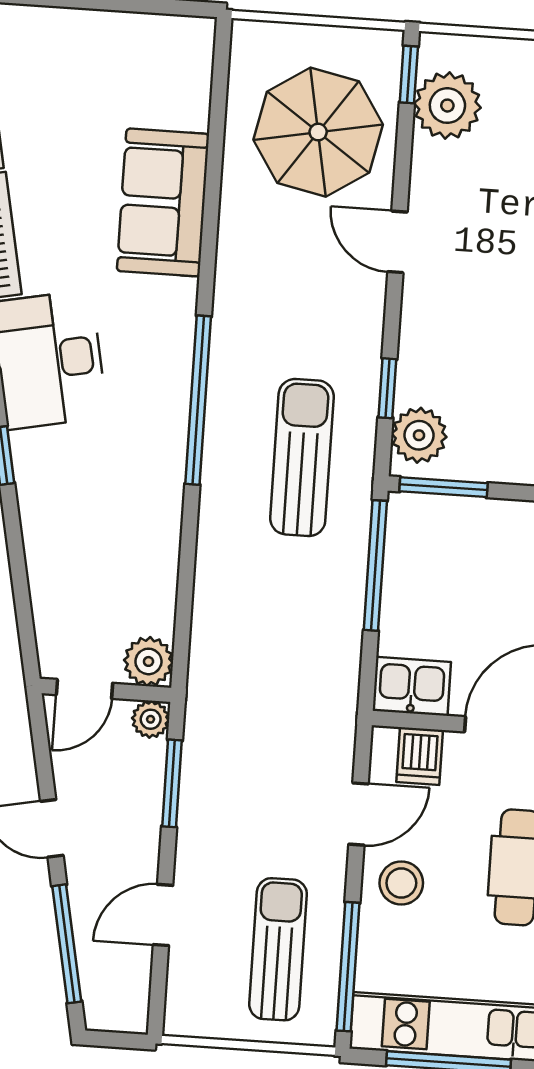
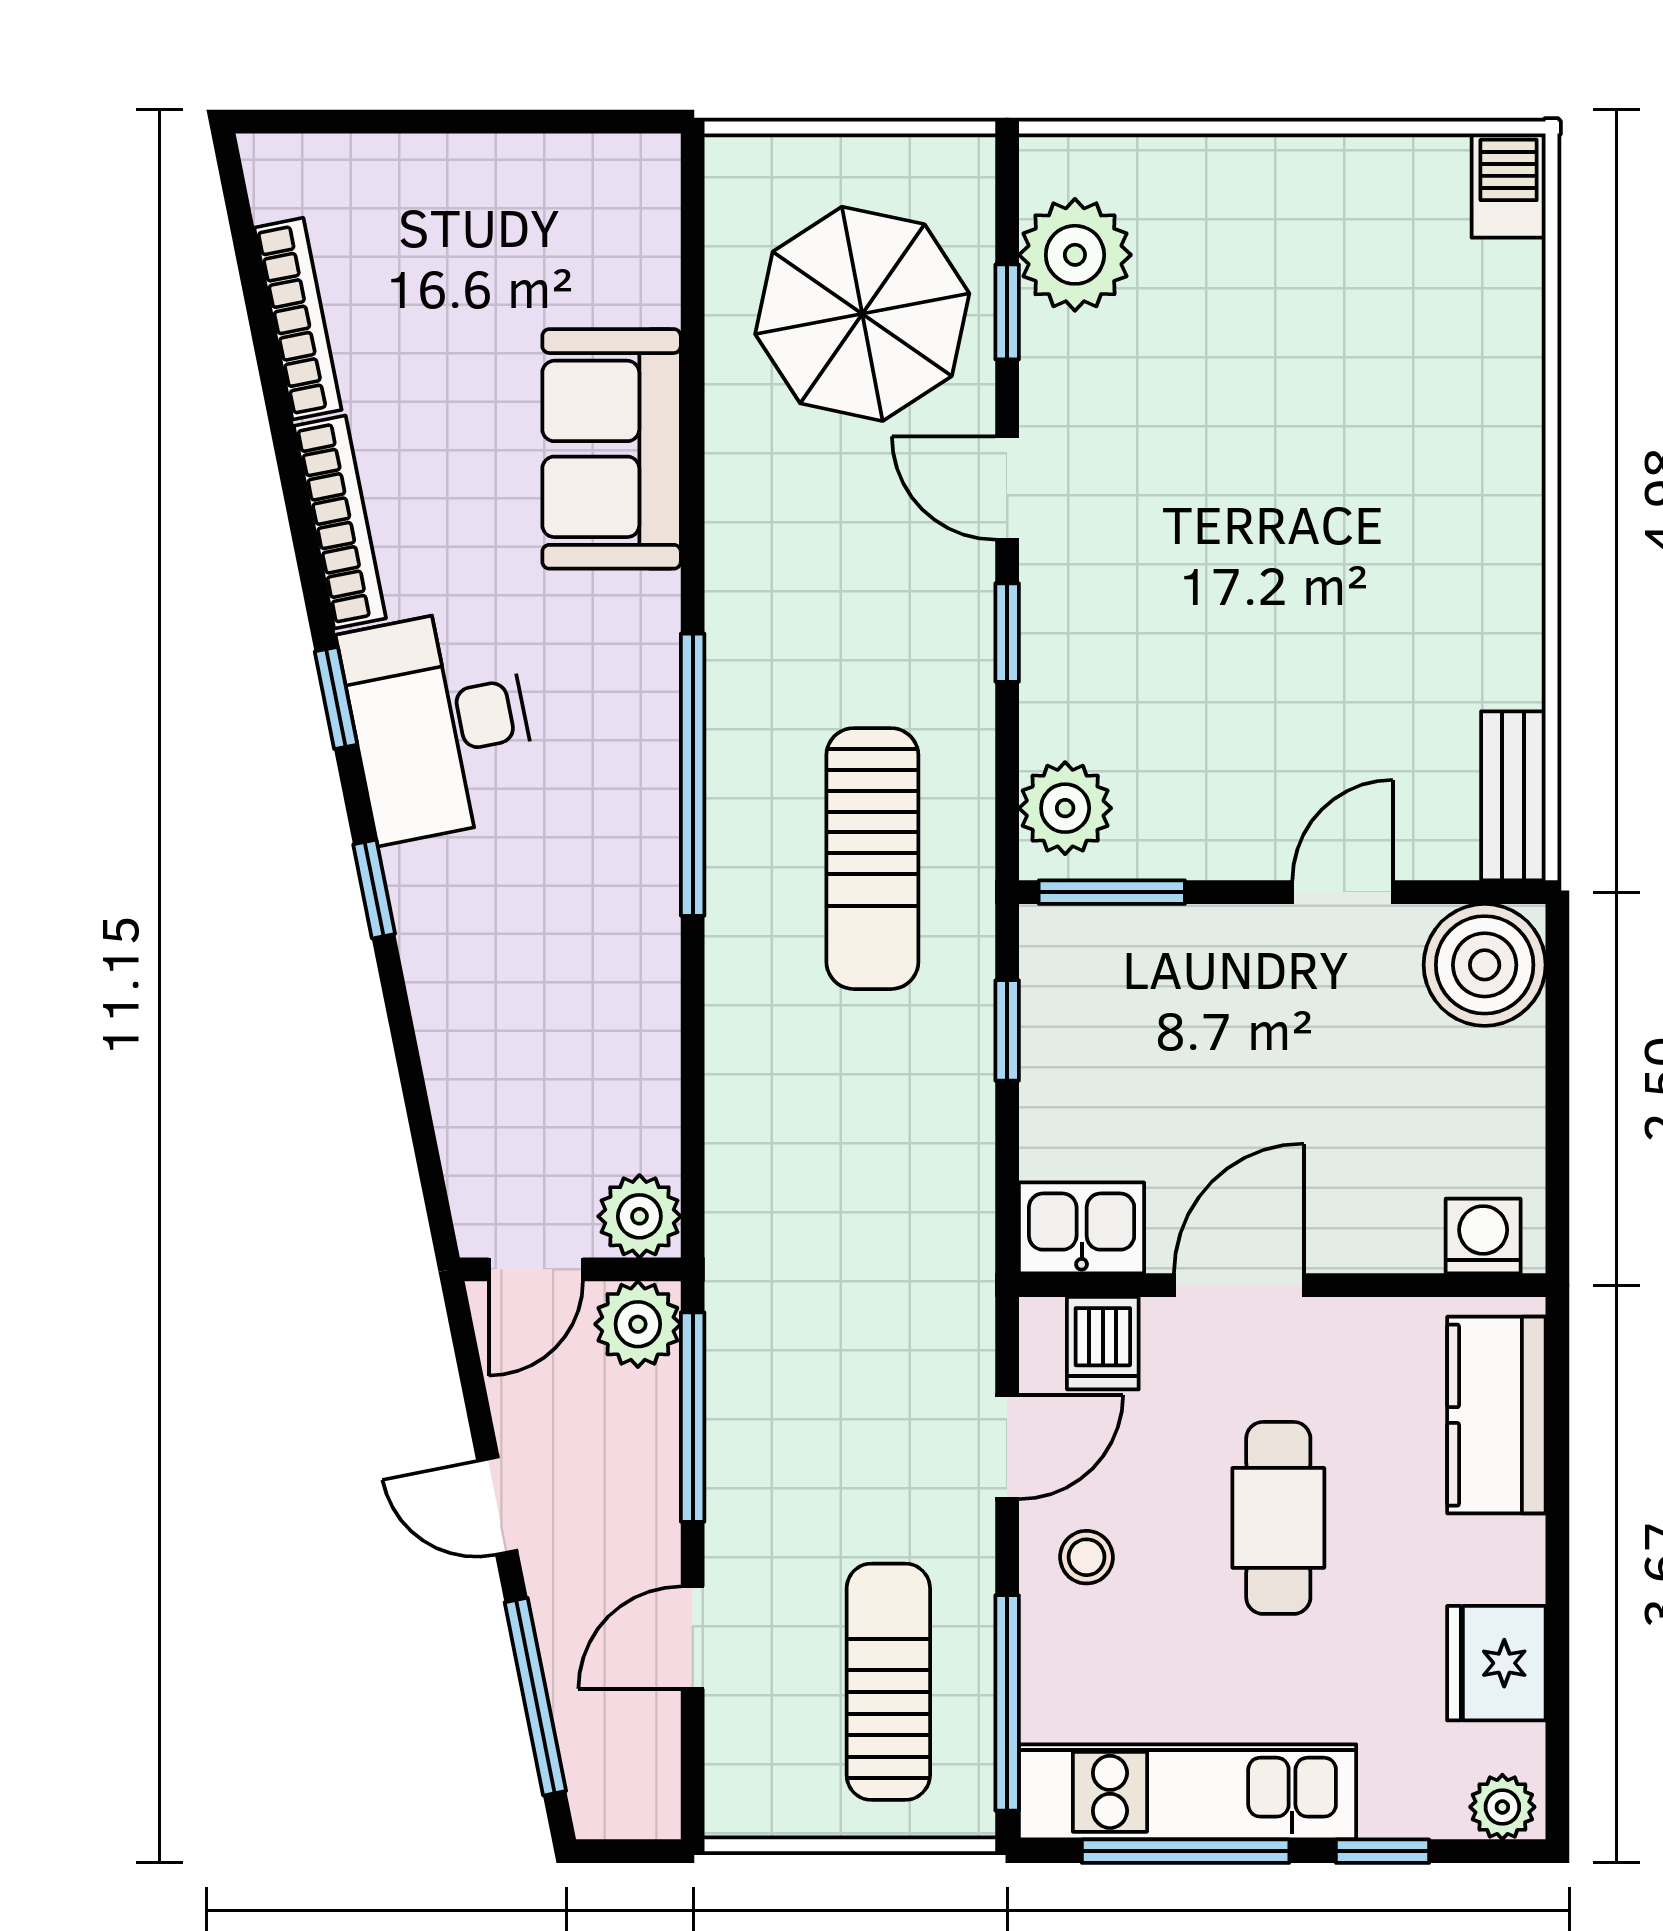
window: (409, 75) -> (1007, 312), moved
window: (387, 388) -> (1007, 633), moved
sun lounger: (302, 457) -> (872, 859), turned 180
window: (375, 565) -> (1007, 1030), width x0.46
plant: (151, 719) -> (638, 1324), width x1.38, depth x1.38
window: (172, 783) -> (693, 1417), width x1.44
stool: (401, 883) -> (1087, 1557), width x0.73, depth x0.73

